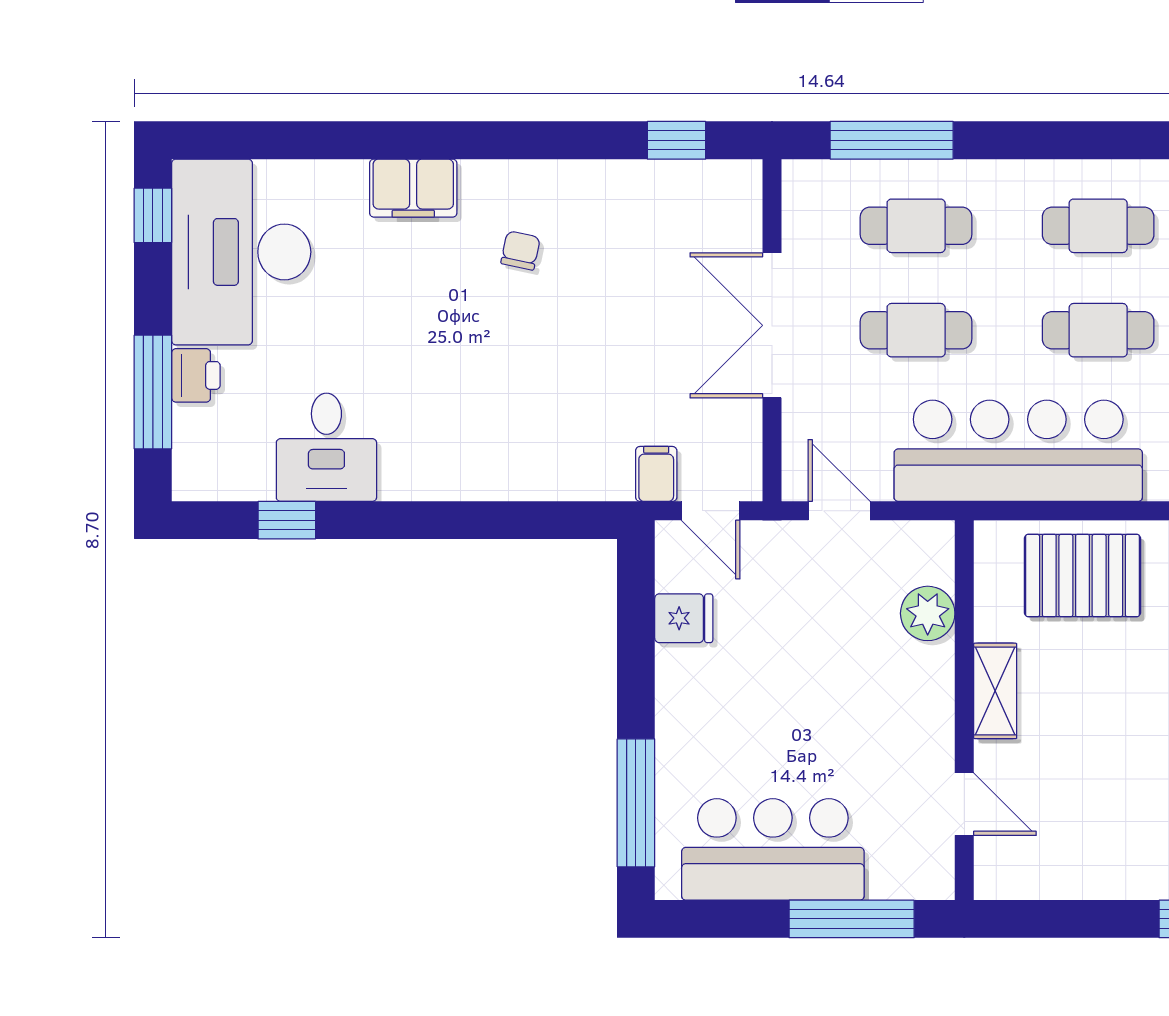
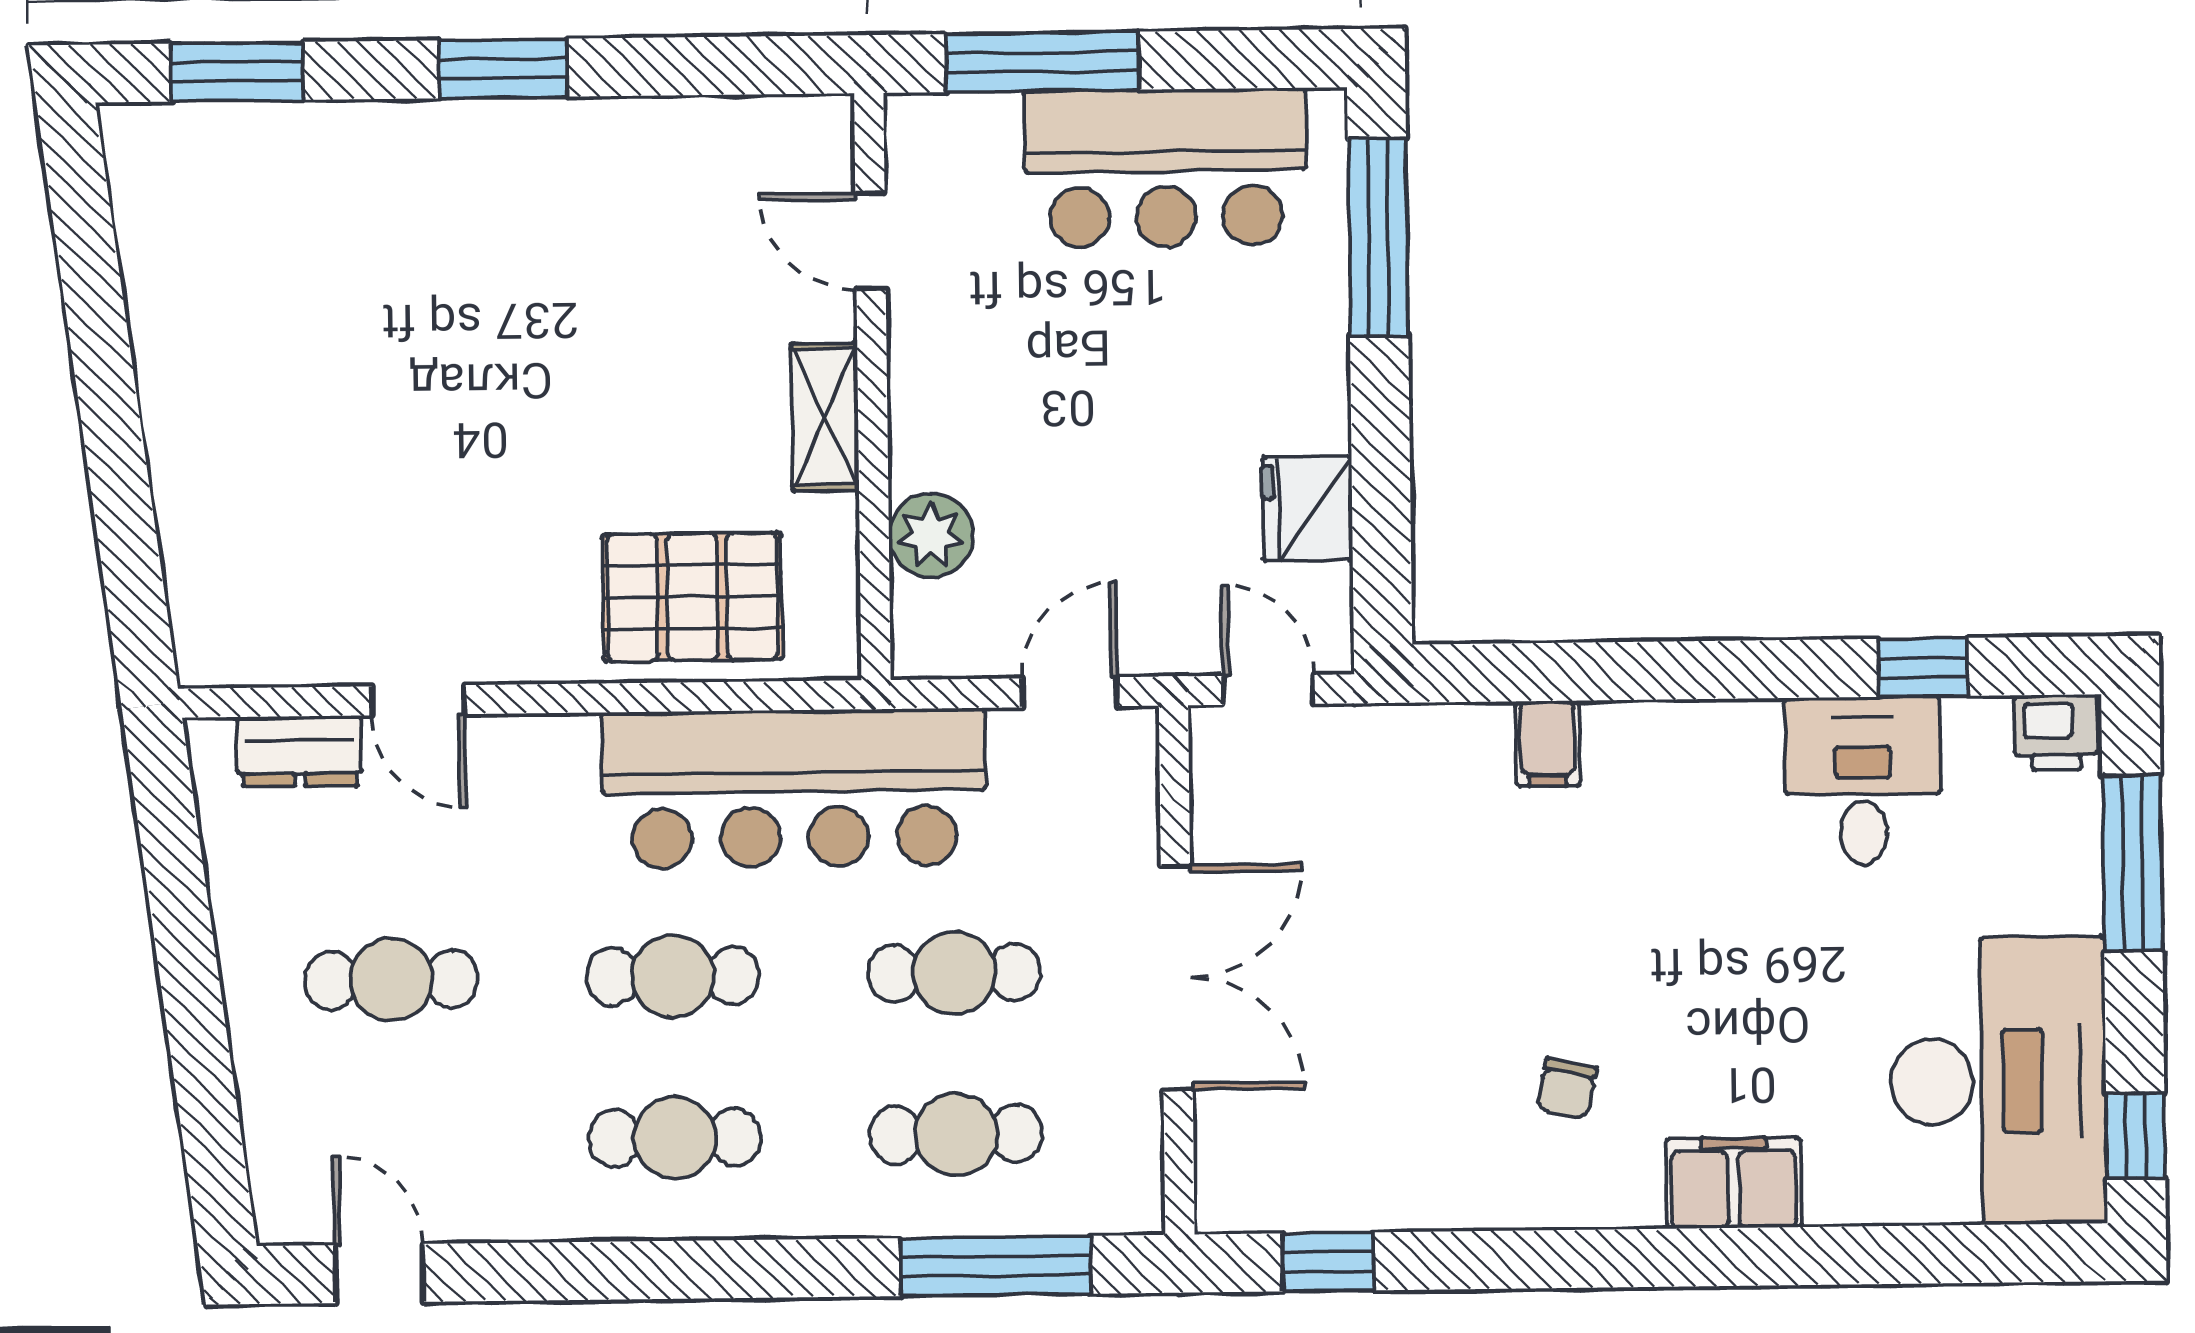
printer: (196, 375) -> (2056, 732), moved, turned -90
filing cabinet: (656, 474) -> (1548, 743), moved
door: (839, 511) -> (1070, 692), swing flipped
fridge: (684, 618) -> (1307, 509), width x1.38

